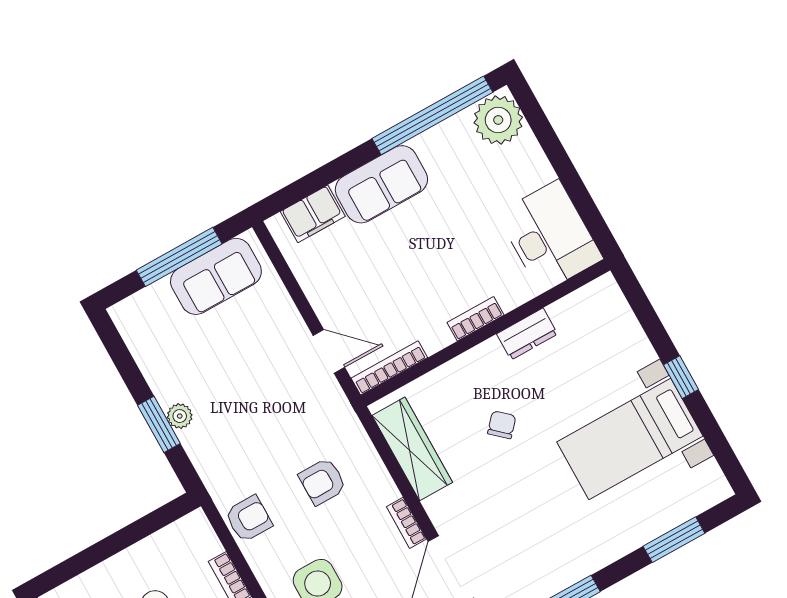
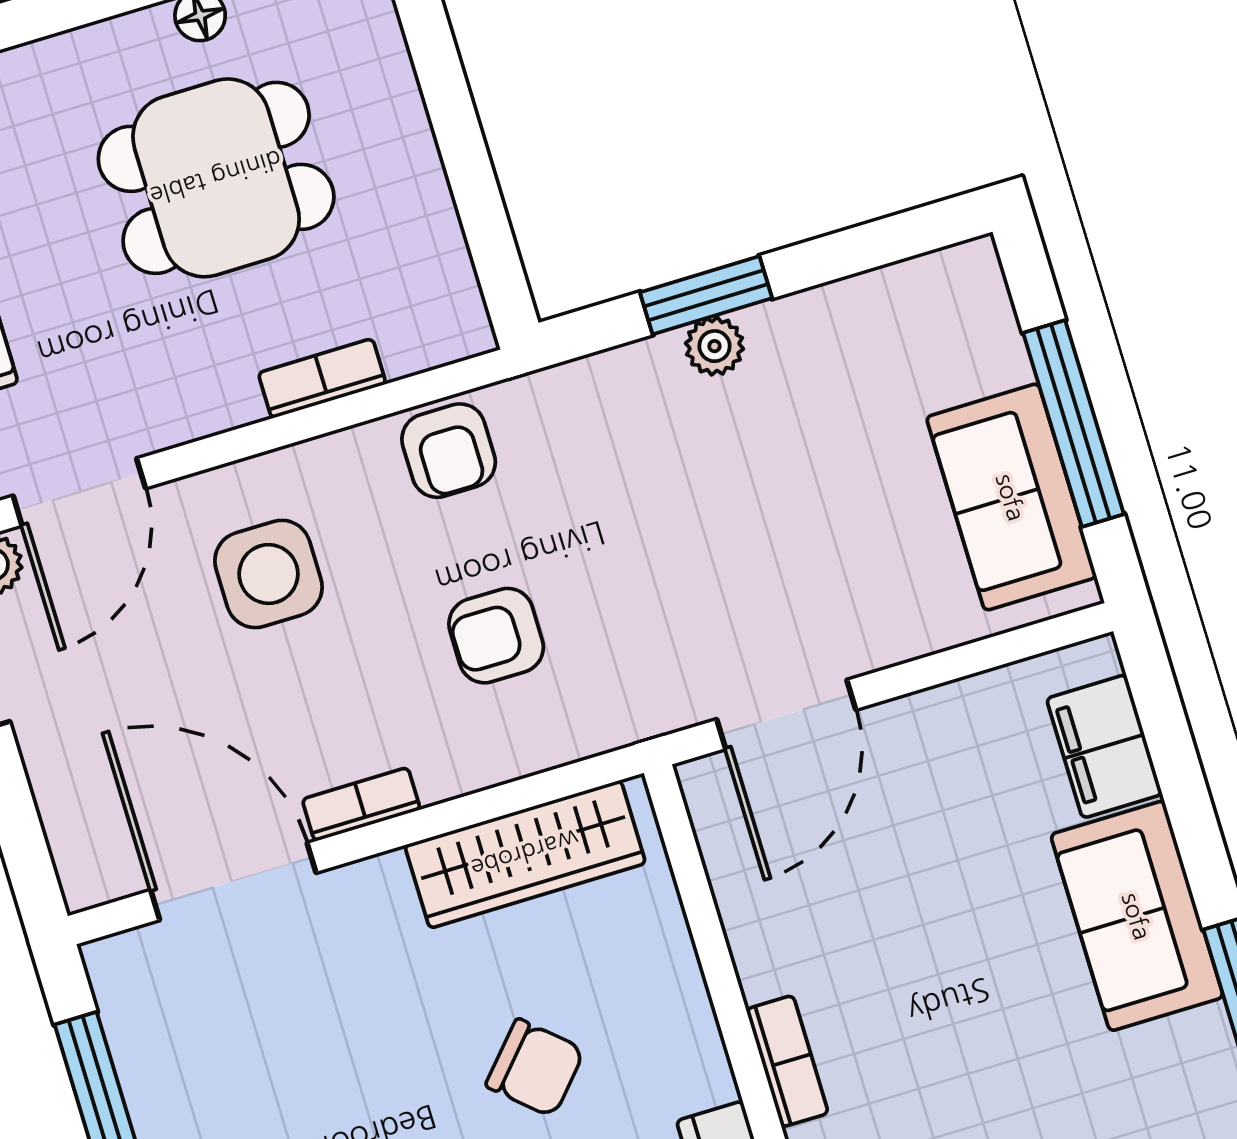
door: (329, 351) -> (786, 714), width x1.38
bookcase: (389, 368) -> (719, 843), removed
chair: (502, 425) -> (535, 1068), width x1.37, depth x1.37
armchair: (322, 481) -> (496, 636), turned -90

